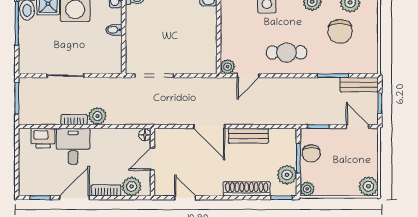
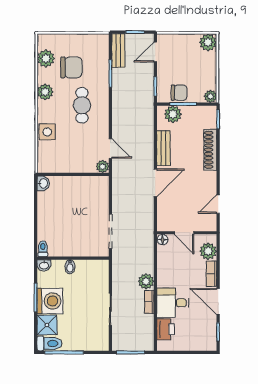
cafe table: (287, 52) -> (82, 105), moved
plant: (287, 175) -> (173, 114), moved

